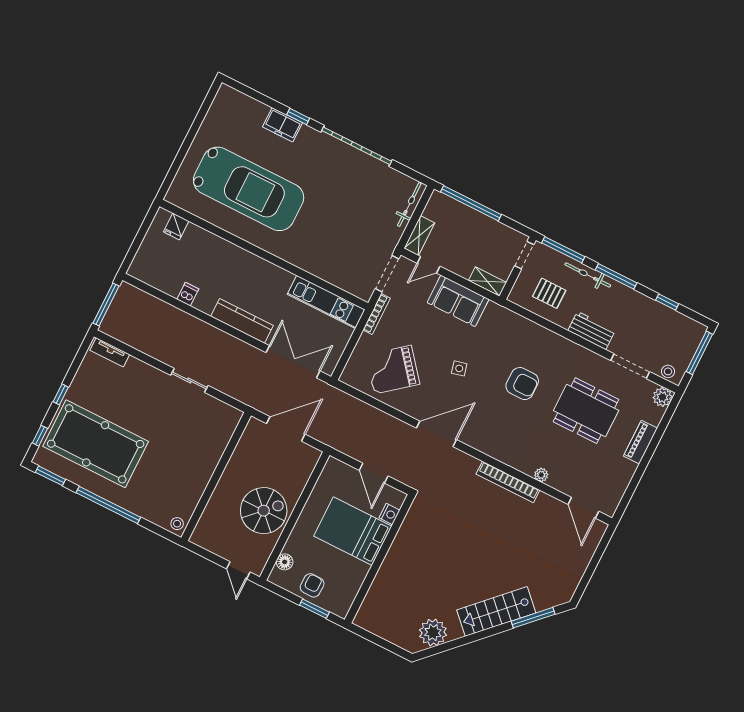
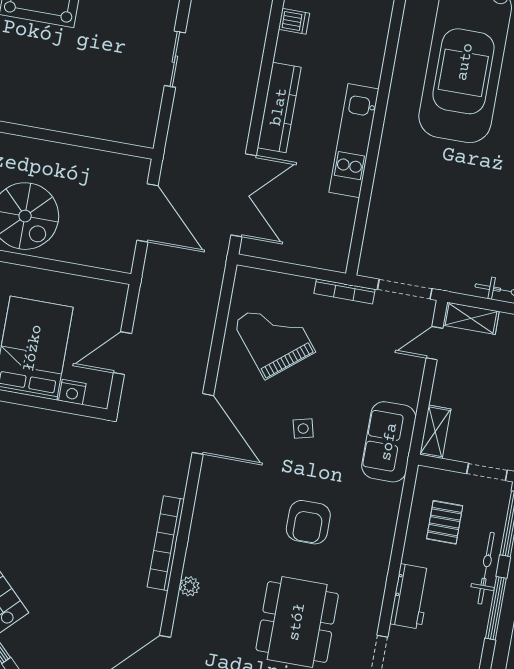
door: (429, 265) -> (434, 343), hinge flipped
sofa: (458, 301) -> (389, 442), moved
kitchen unit: (326, 302) -> (354, 141), moved

